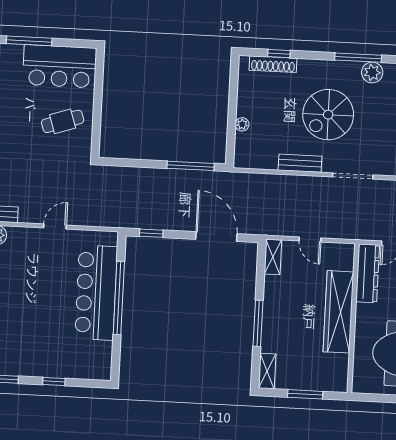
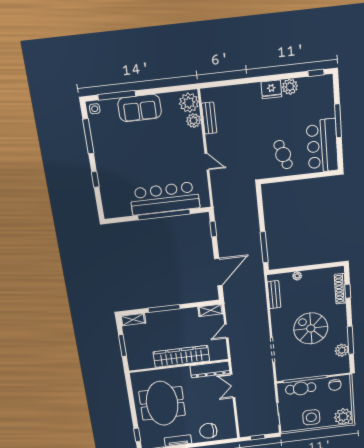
bench: (300, 163) -> (274, 295), moved

